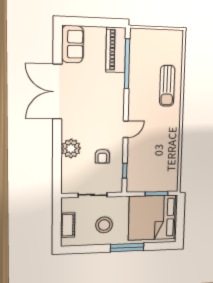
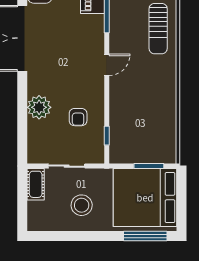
door: (126, 129) -> (107, 65), moved
cot: (68, 225) -> (36, 184), moved
window: (127, 247) -> (145, 236), moved

